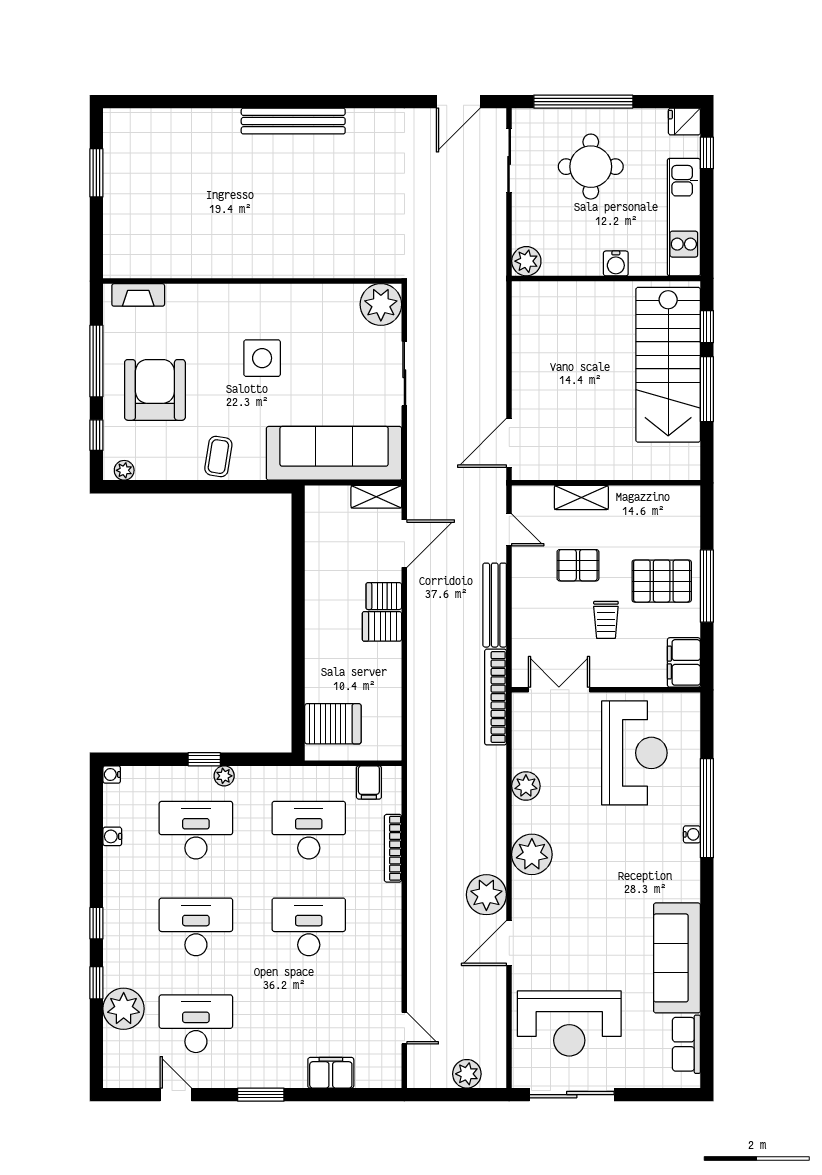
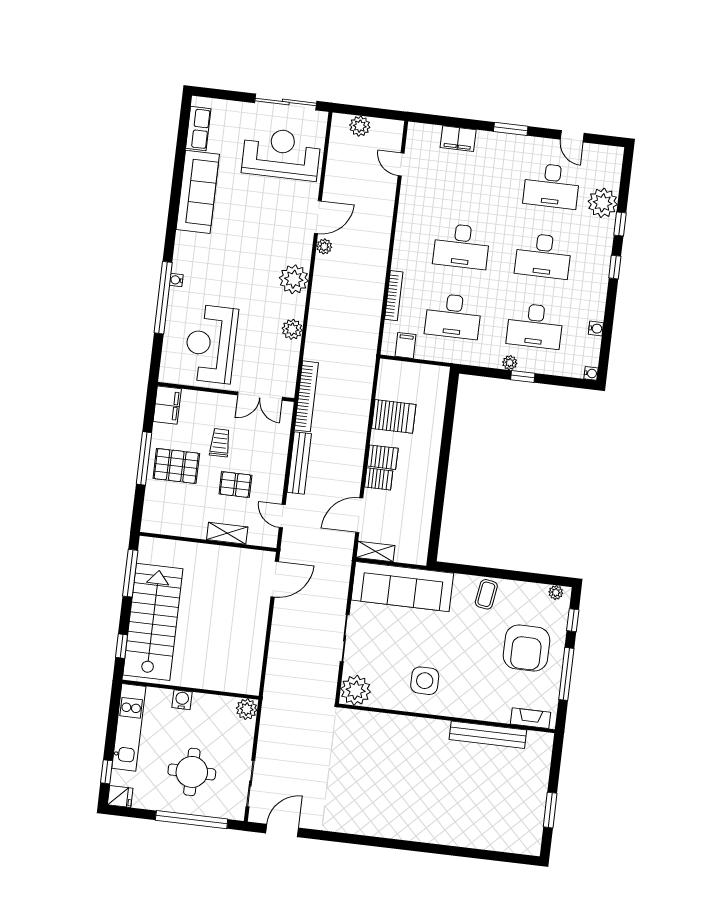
bench: (293, 121) -> (488, 735), moved
side table: (262, 358) -> (425, 681), moved
window: (707, 389) -> (130, 573), moved
server rack: (333, 724) -> (394, 416), moved, turned 180
plant: (486, 895) -> (324, 246), width x0.53, depth x0.53

